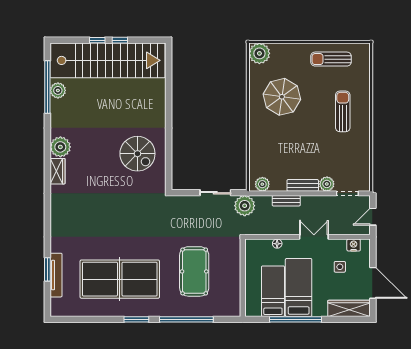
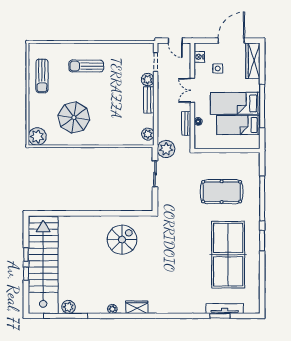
plant: (60, 147) -> (112, 309), width x0.53, depth x0.53
bench: (286, 201) -> (186, 123), moved

